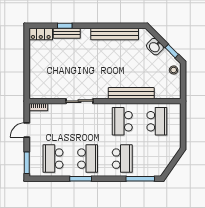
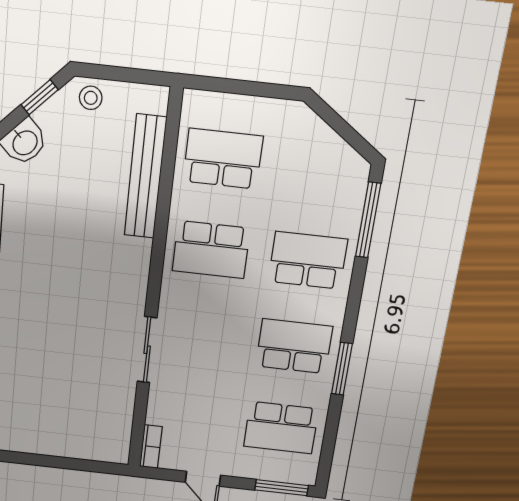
bench: (131, 93) -> (145, 177), moved

